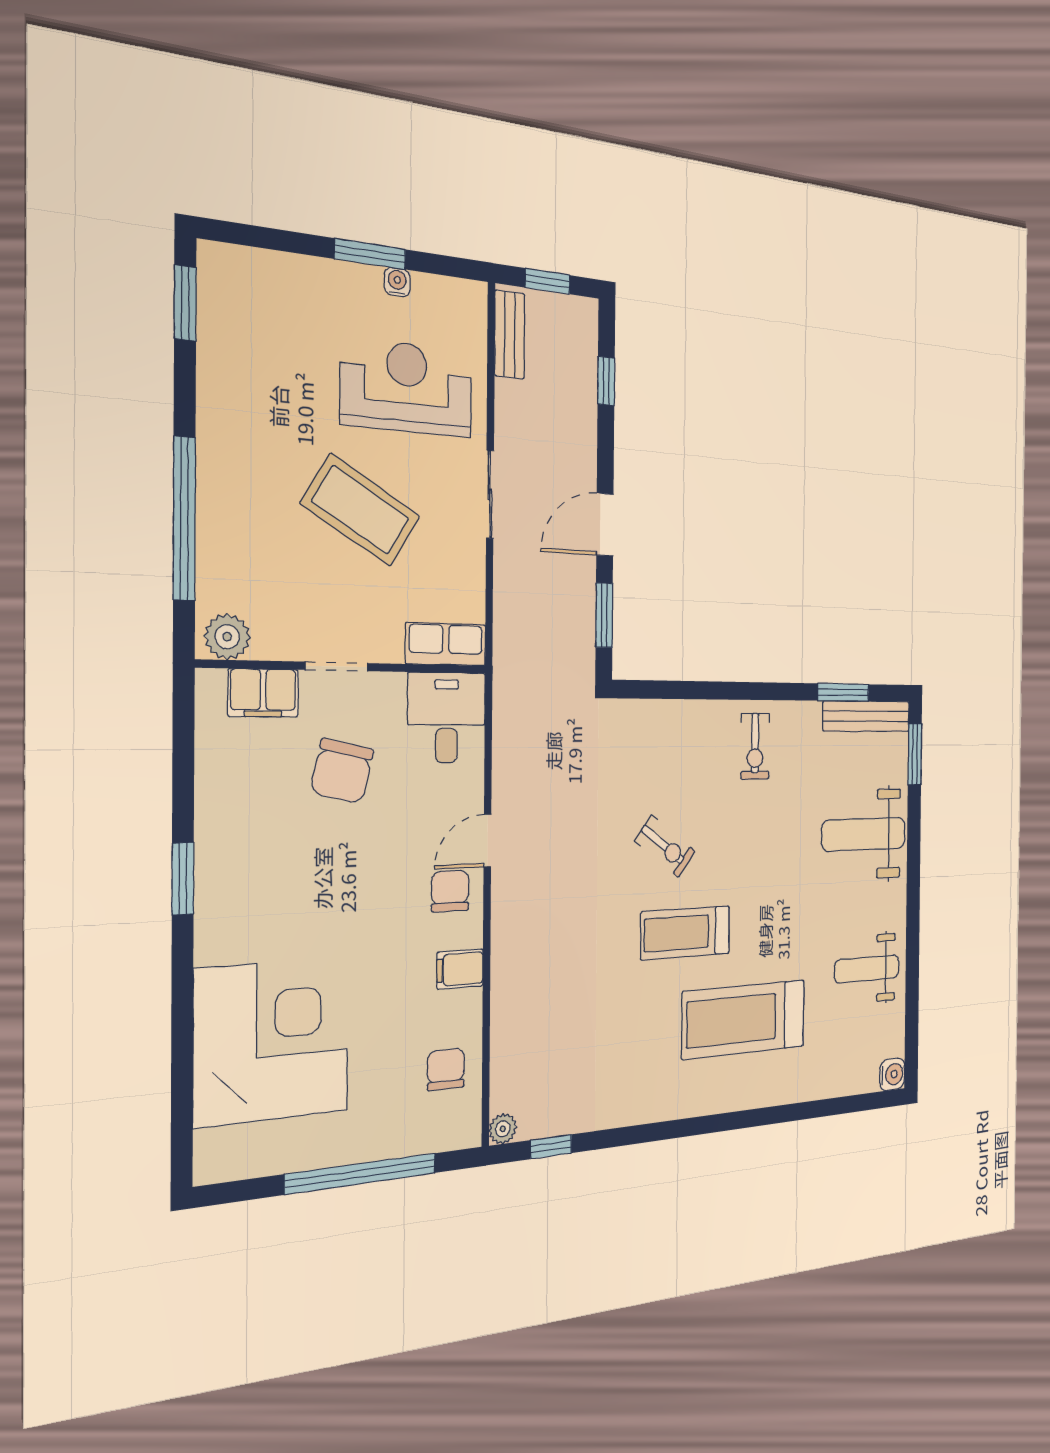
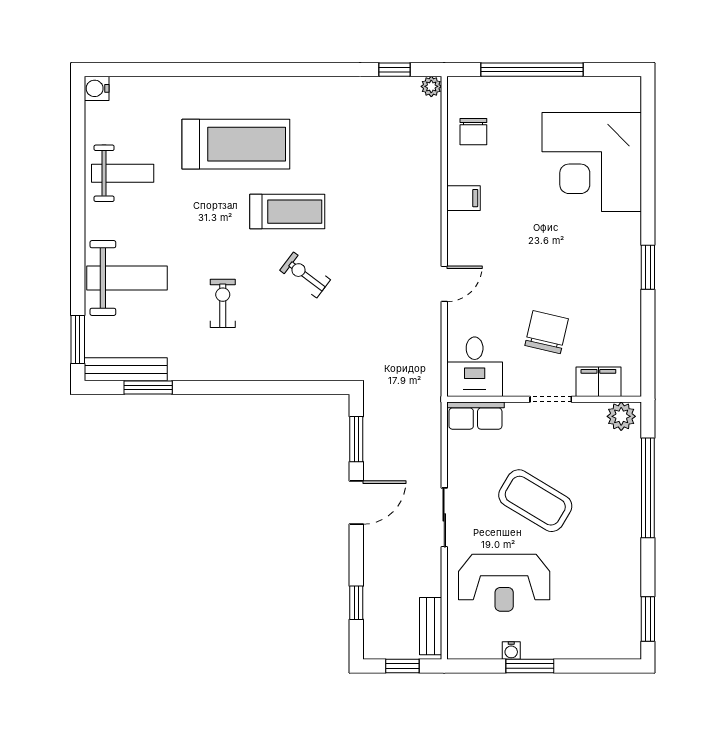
exercise bike: (755, 746) -> (223, 303), moved
chair: (450, 891) -> (471, 251), removed

